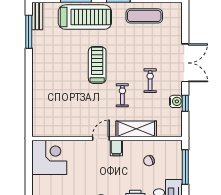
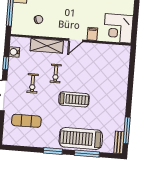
exercise mat: (144, 16) -> (26, 121), moved
treadmill: (97, 65) -> (74, 99), turned -90
water cooler: (176, 101) -> (14, 52), moved
filing cabinet: (116, 148) -> (92, 34), moved

